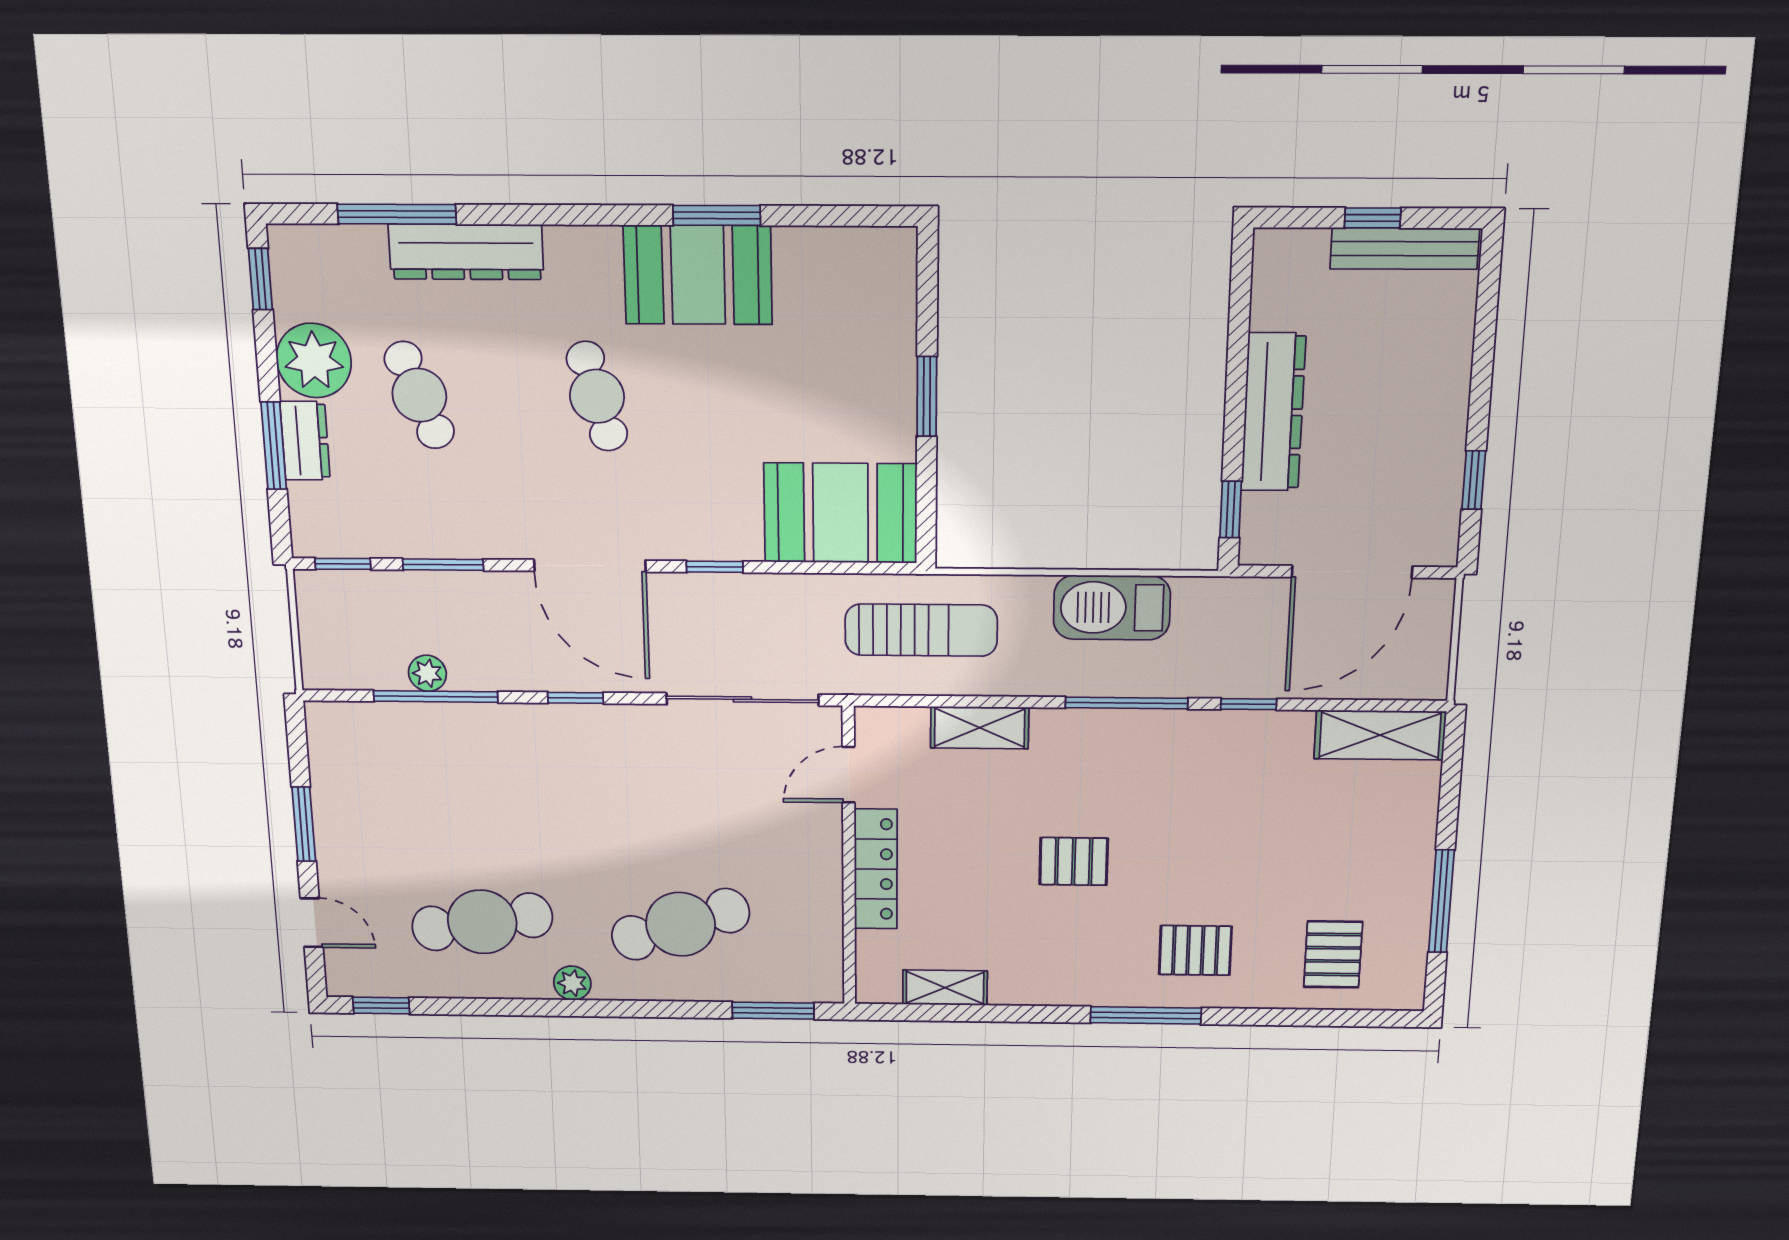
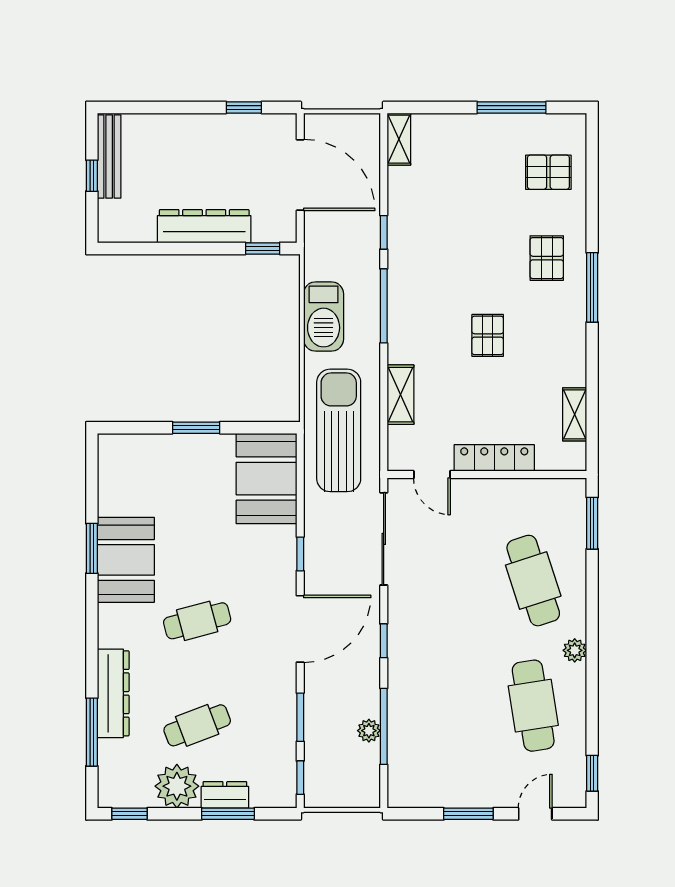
sun lounger: (921, 630) -> (339, 430), width x1.36, depth x1.34
shelving: (1380, 735) -> (399, 139), width x0.67, depth x0.75

